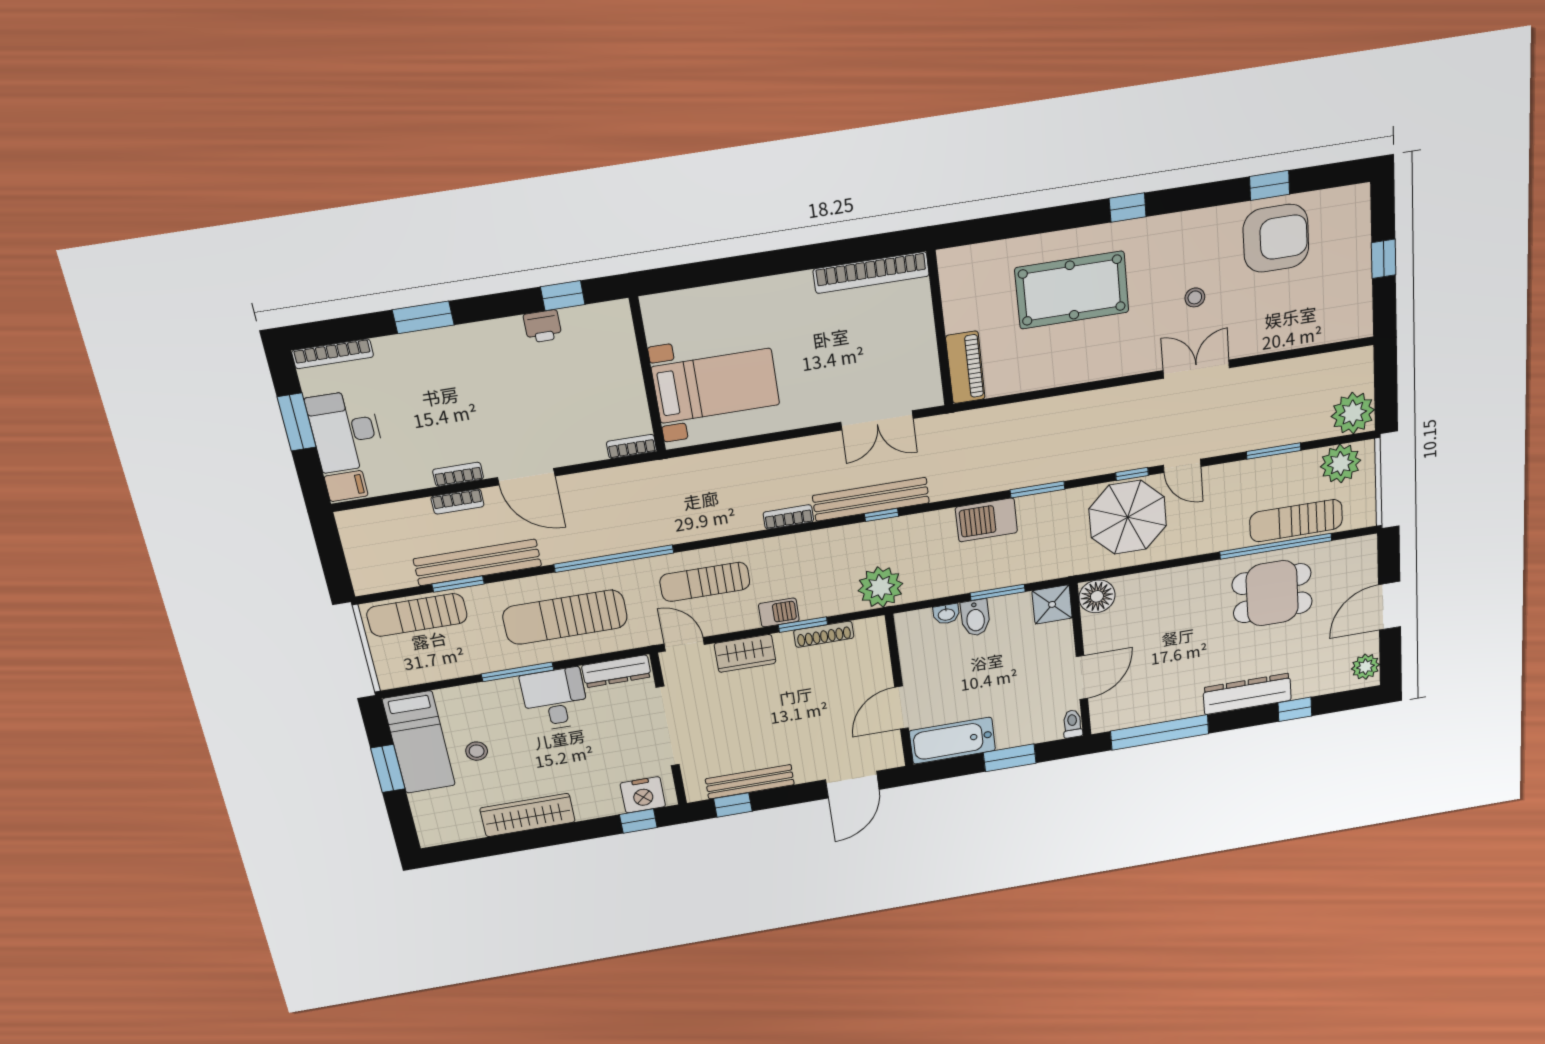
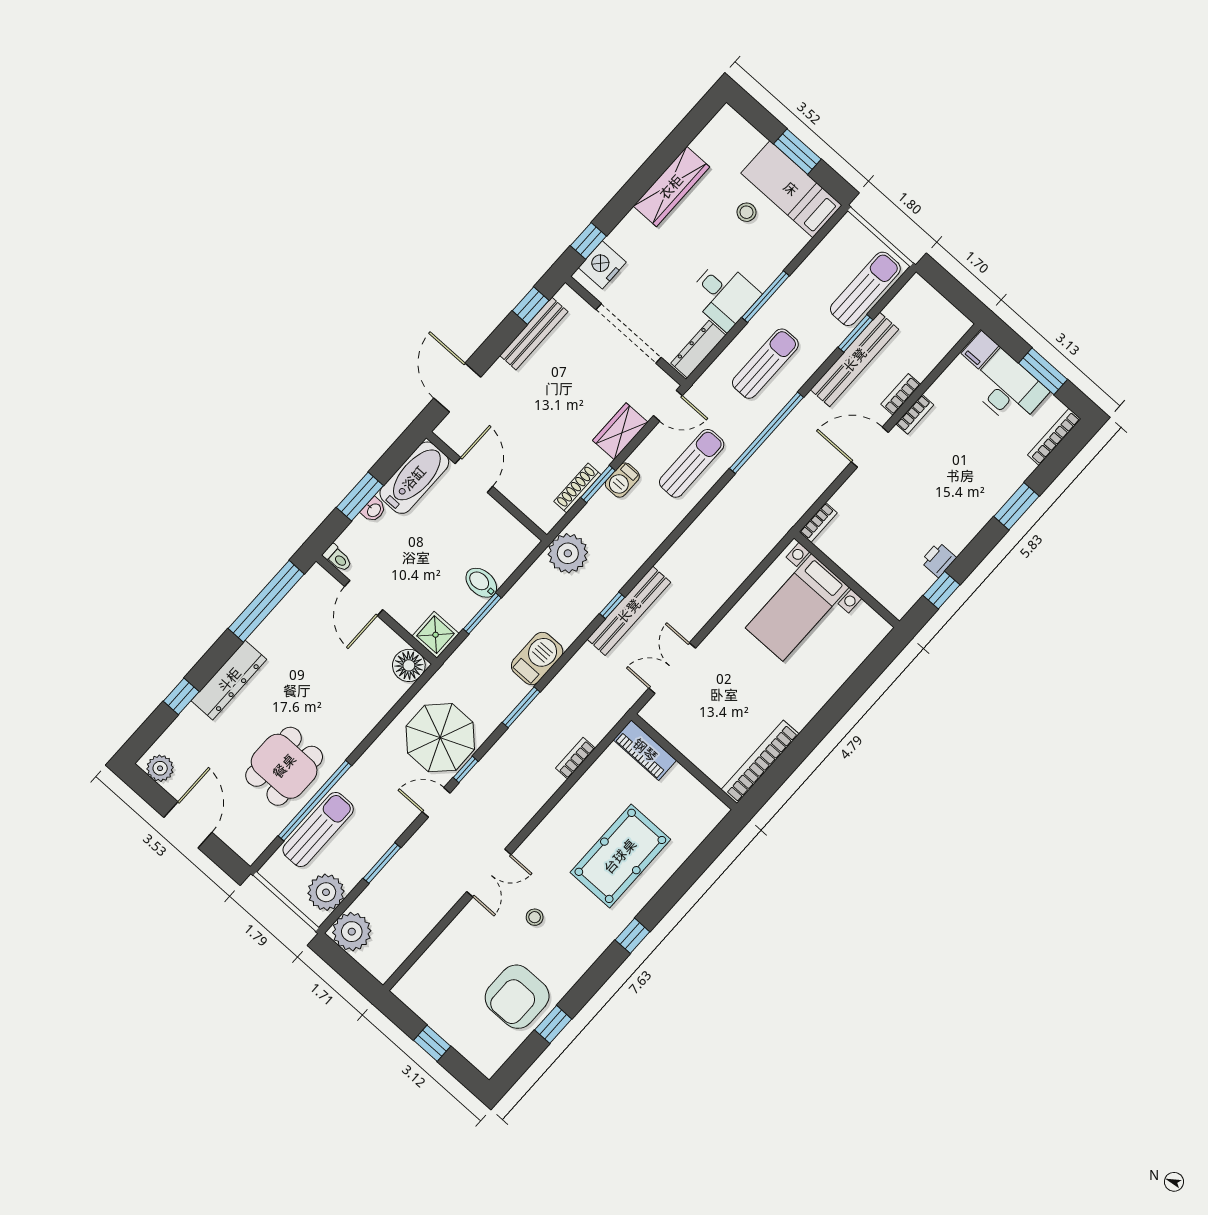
bookcase: (788, 517) -> (575, 758), moved, turned 180
washbasin: (946, 614) -> (374, 510), moved, turned 180
sun lounger: (565, 617) -> (765, 364), width x0.73, depth x0.75

